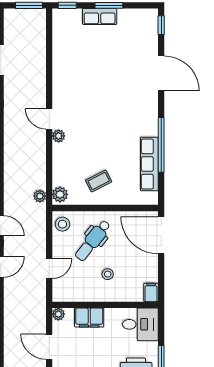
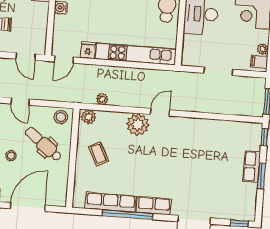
row of seats: (149, 118) -> (154, 206), added
plant: (59, 136) -> (138, 125), width x1.87, depth x1.87
plant: (40, 196) -> (102, 99), moved
door: (161, 235) -> (28, 207), moved

